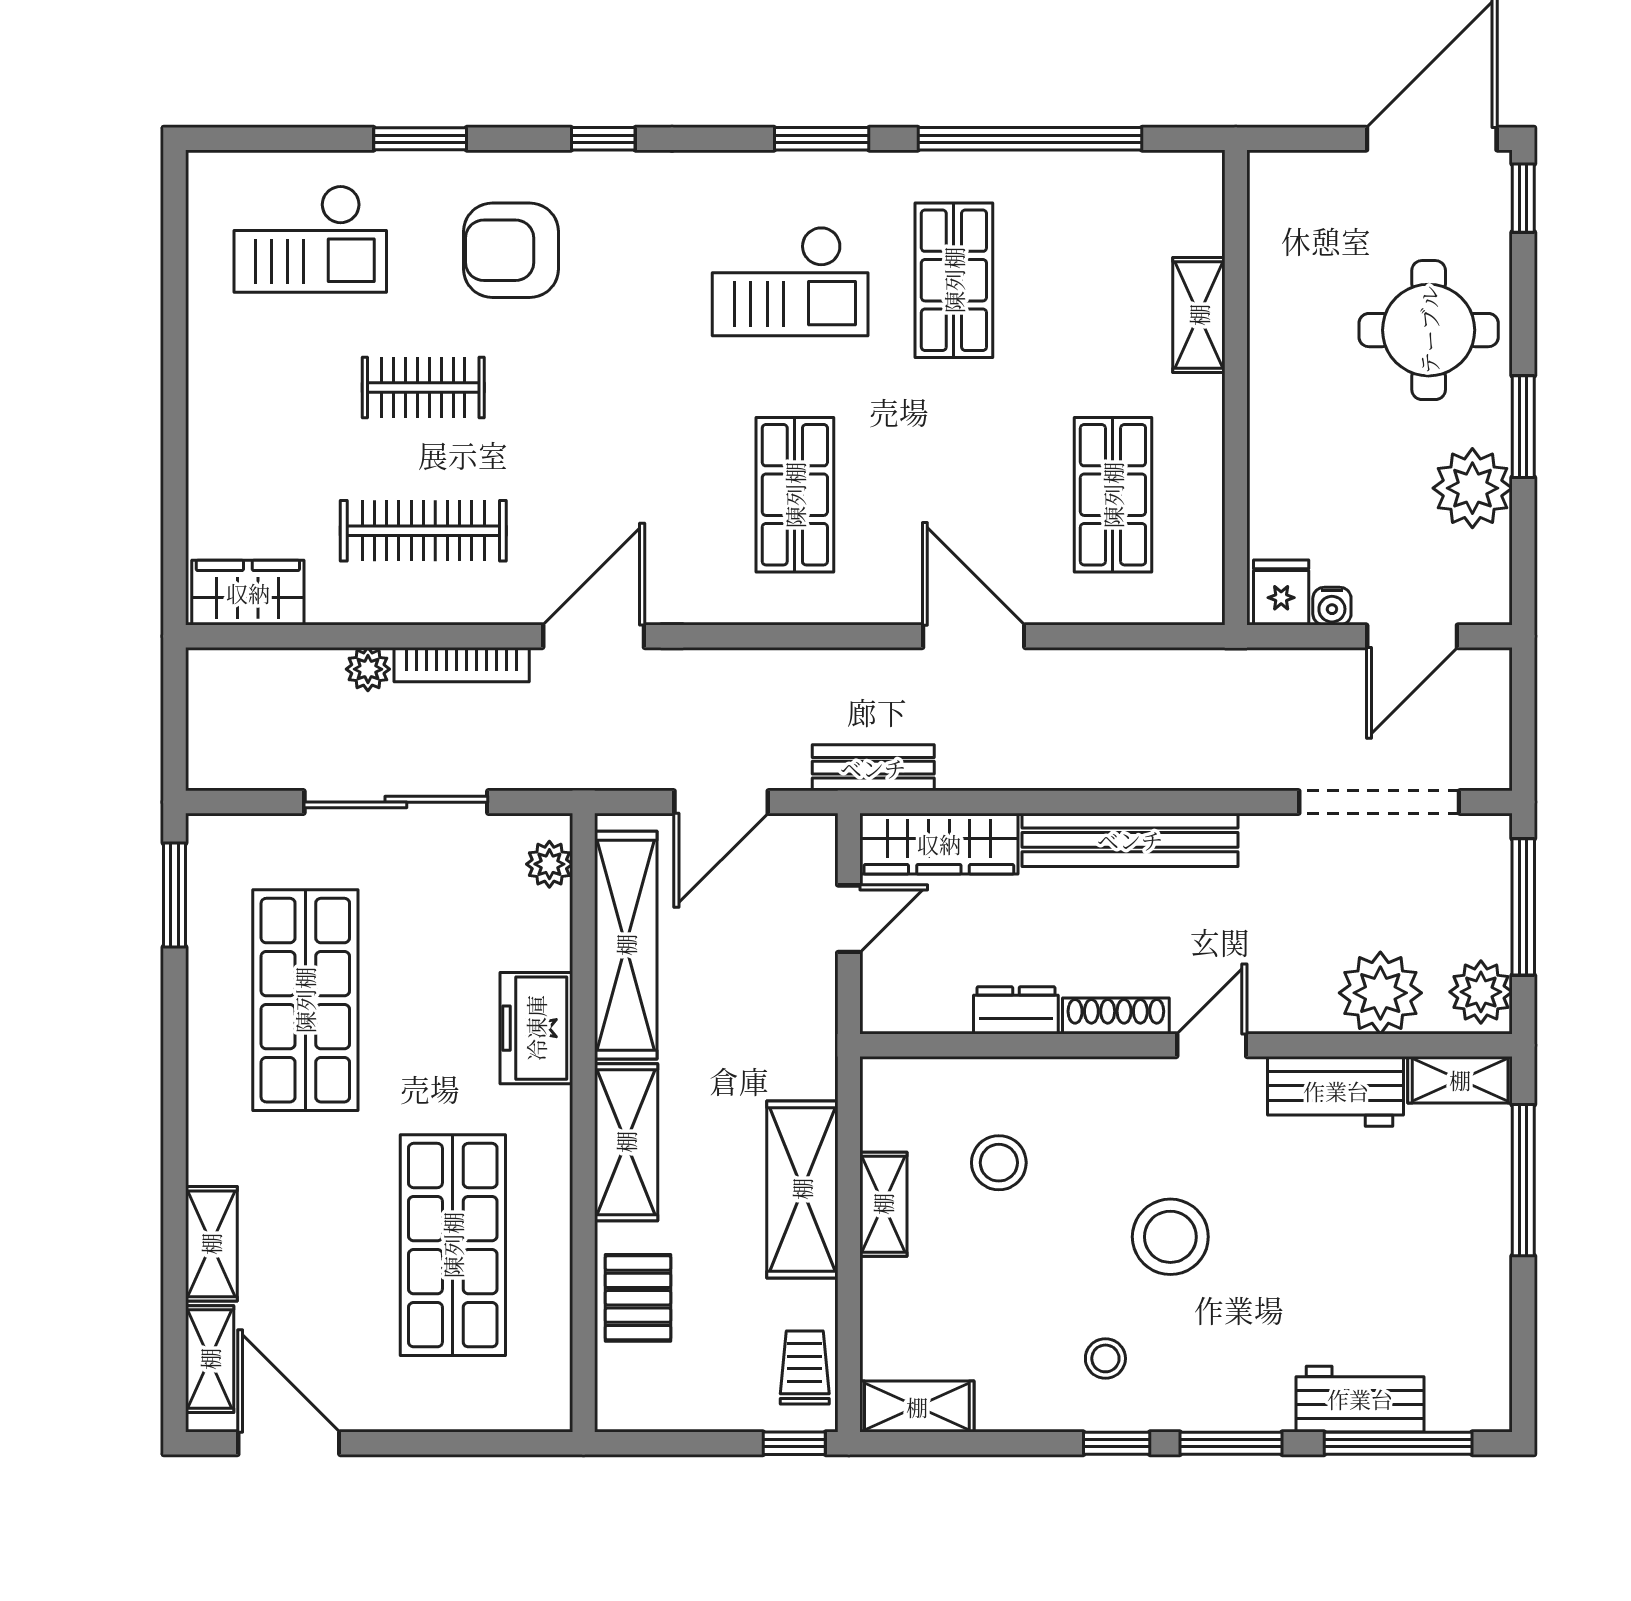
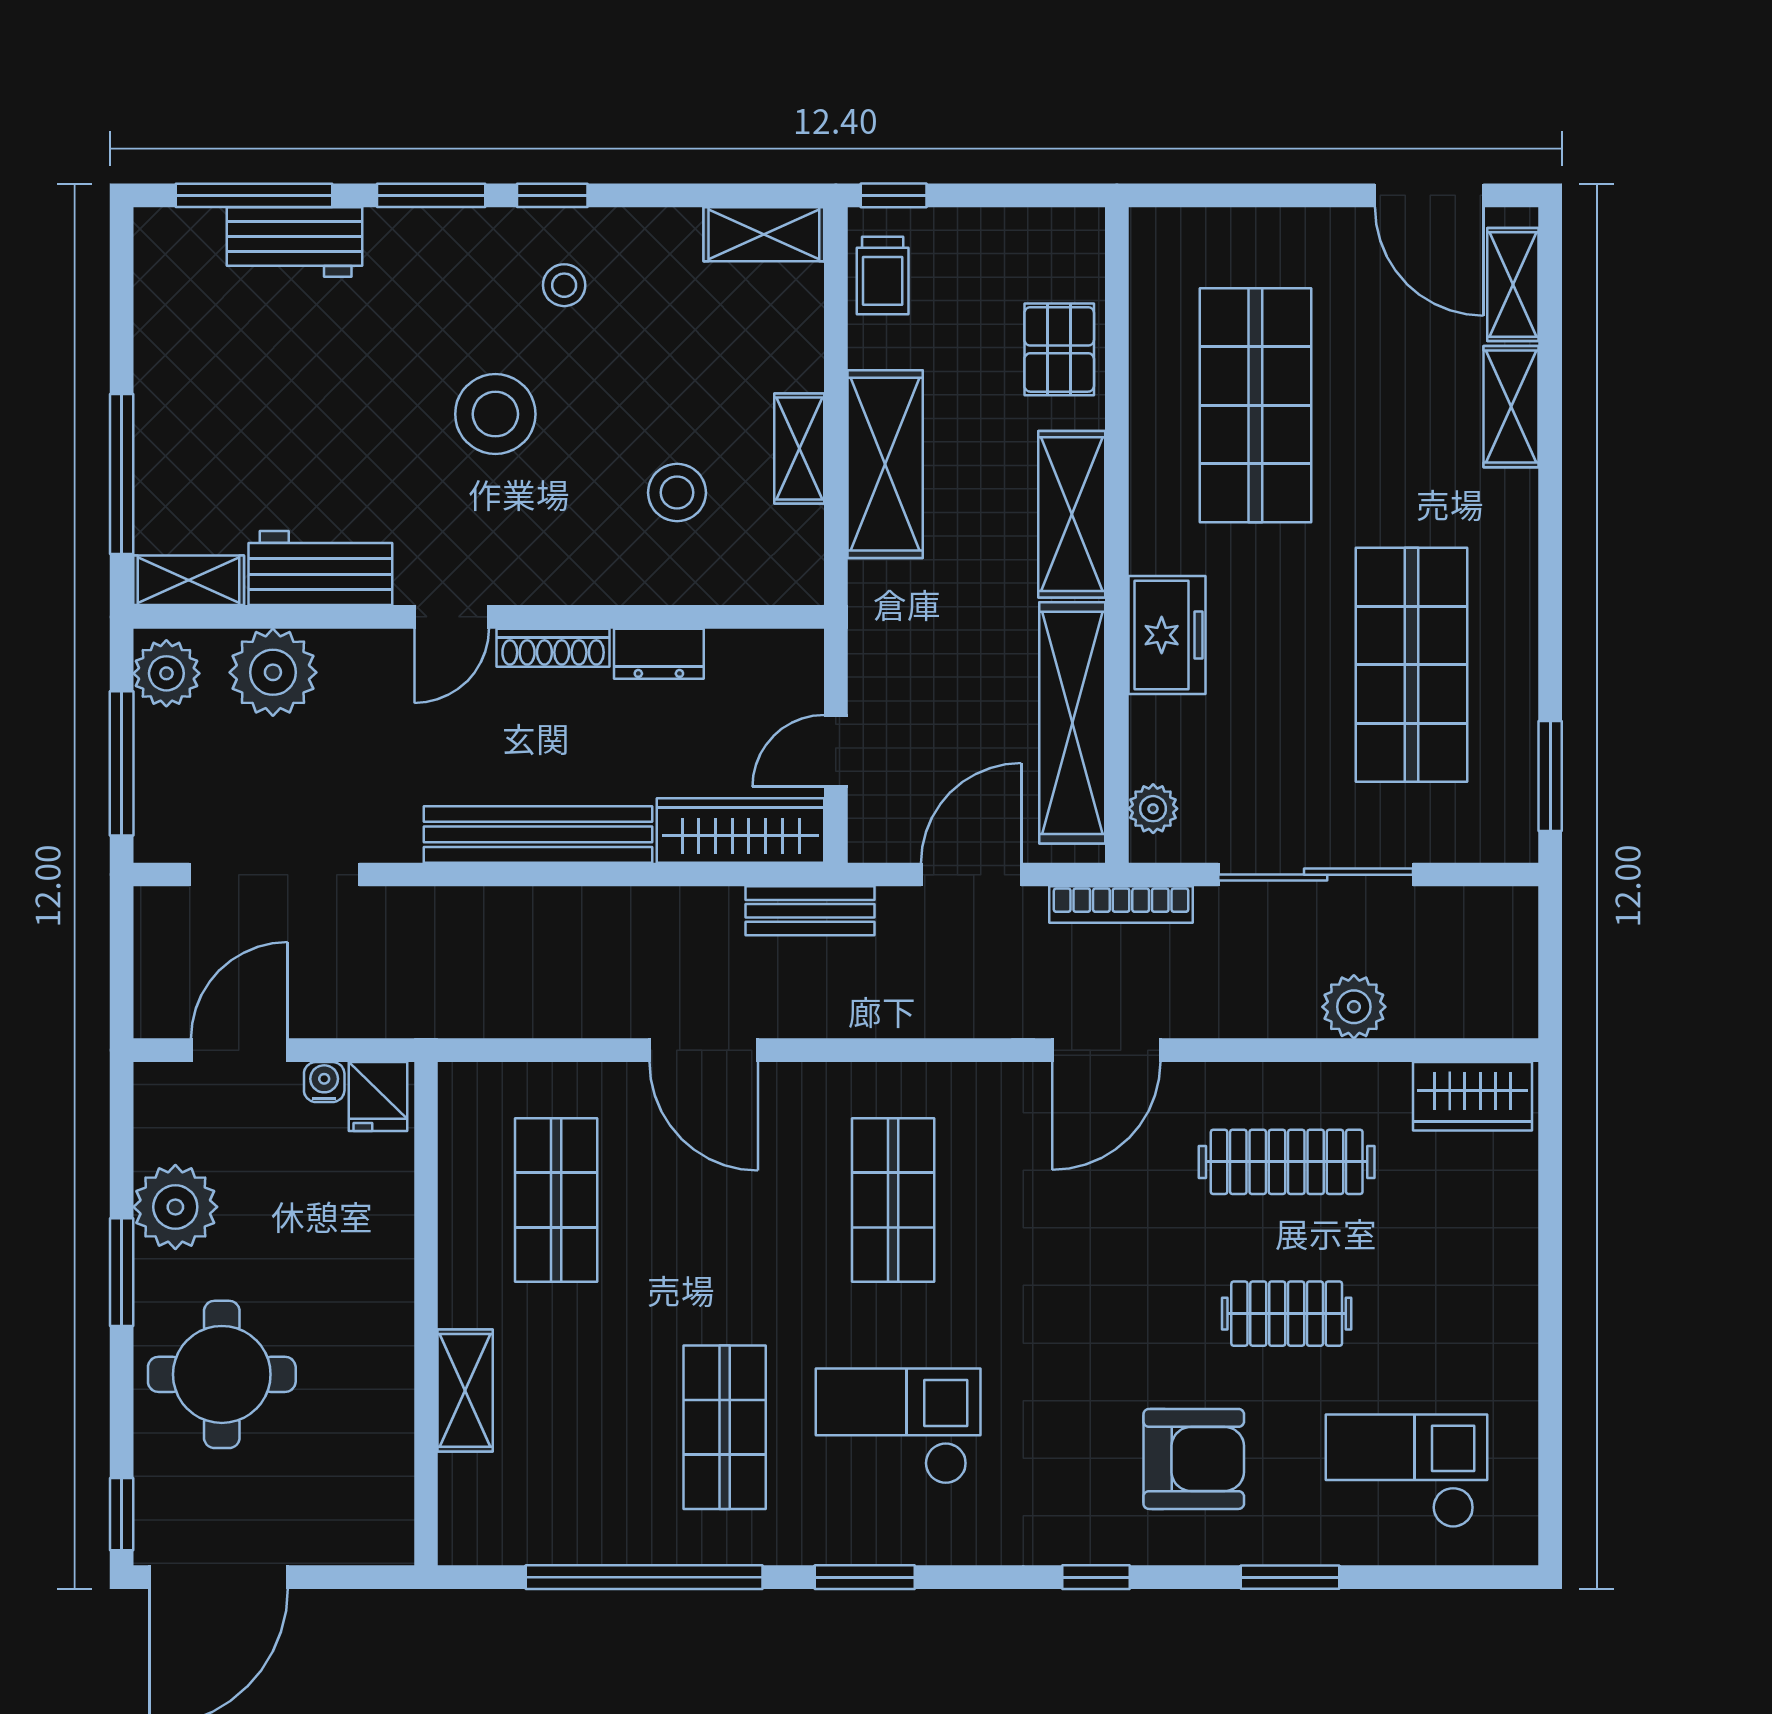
bookcase: (462, 665) -> (1121, 905), moved, turned 180
plant: (368, 669) -> (1354, 1007), width x1.38, depth x1.38

